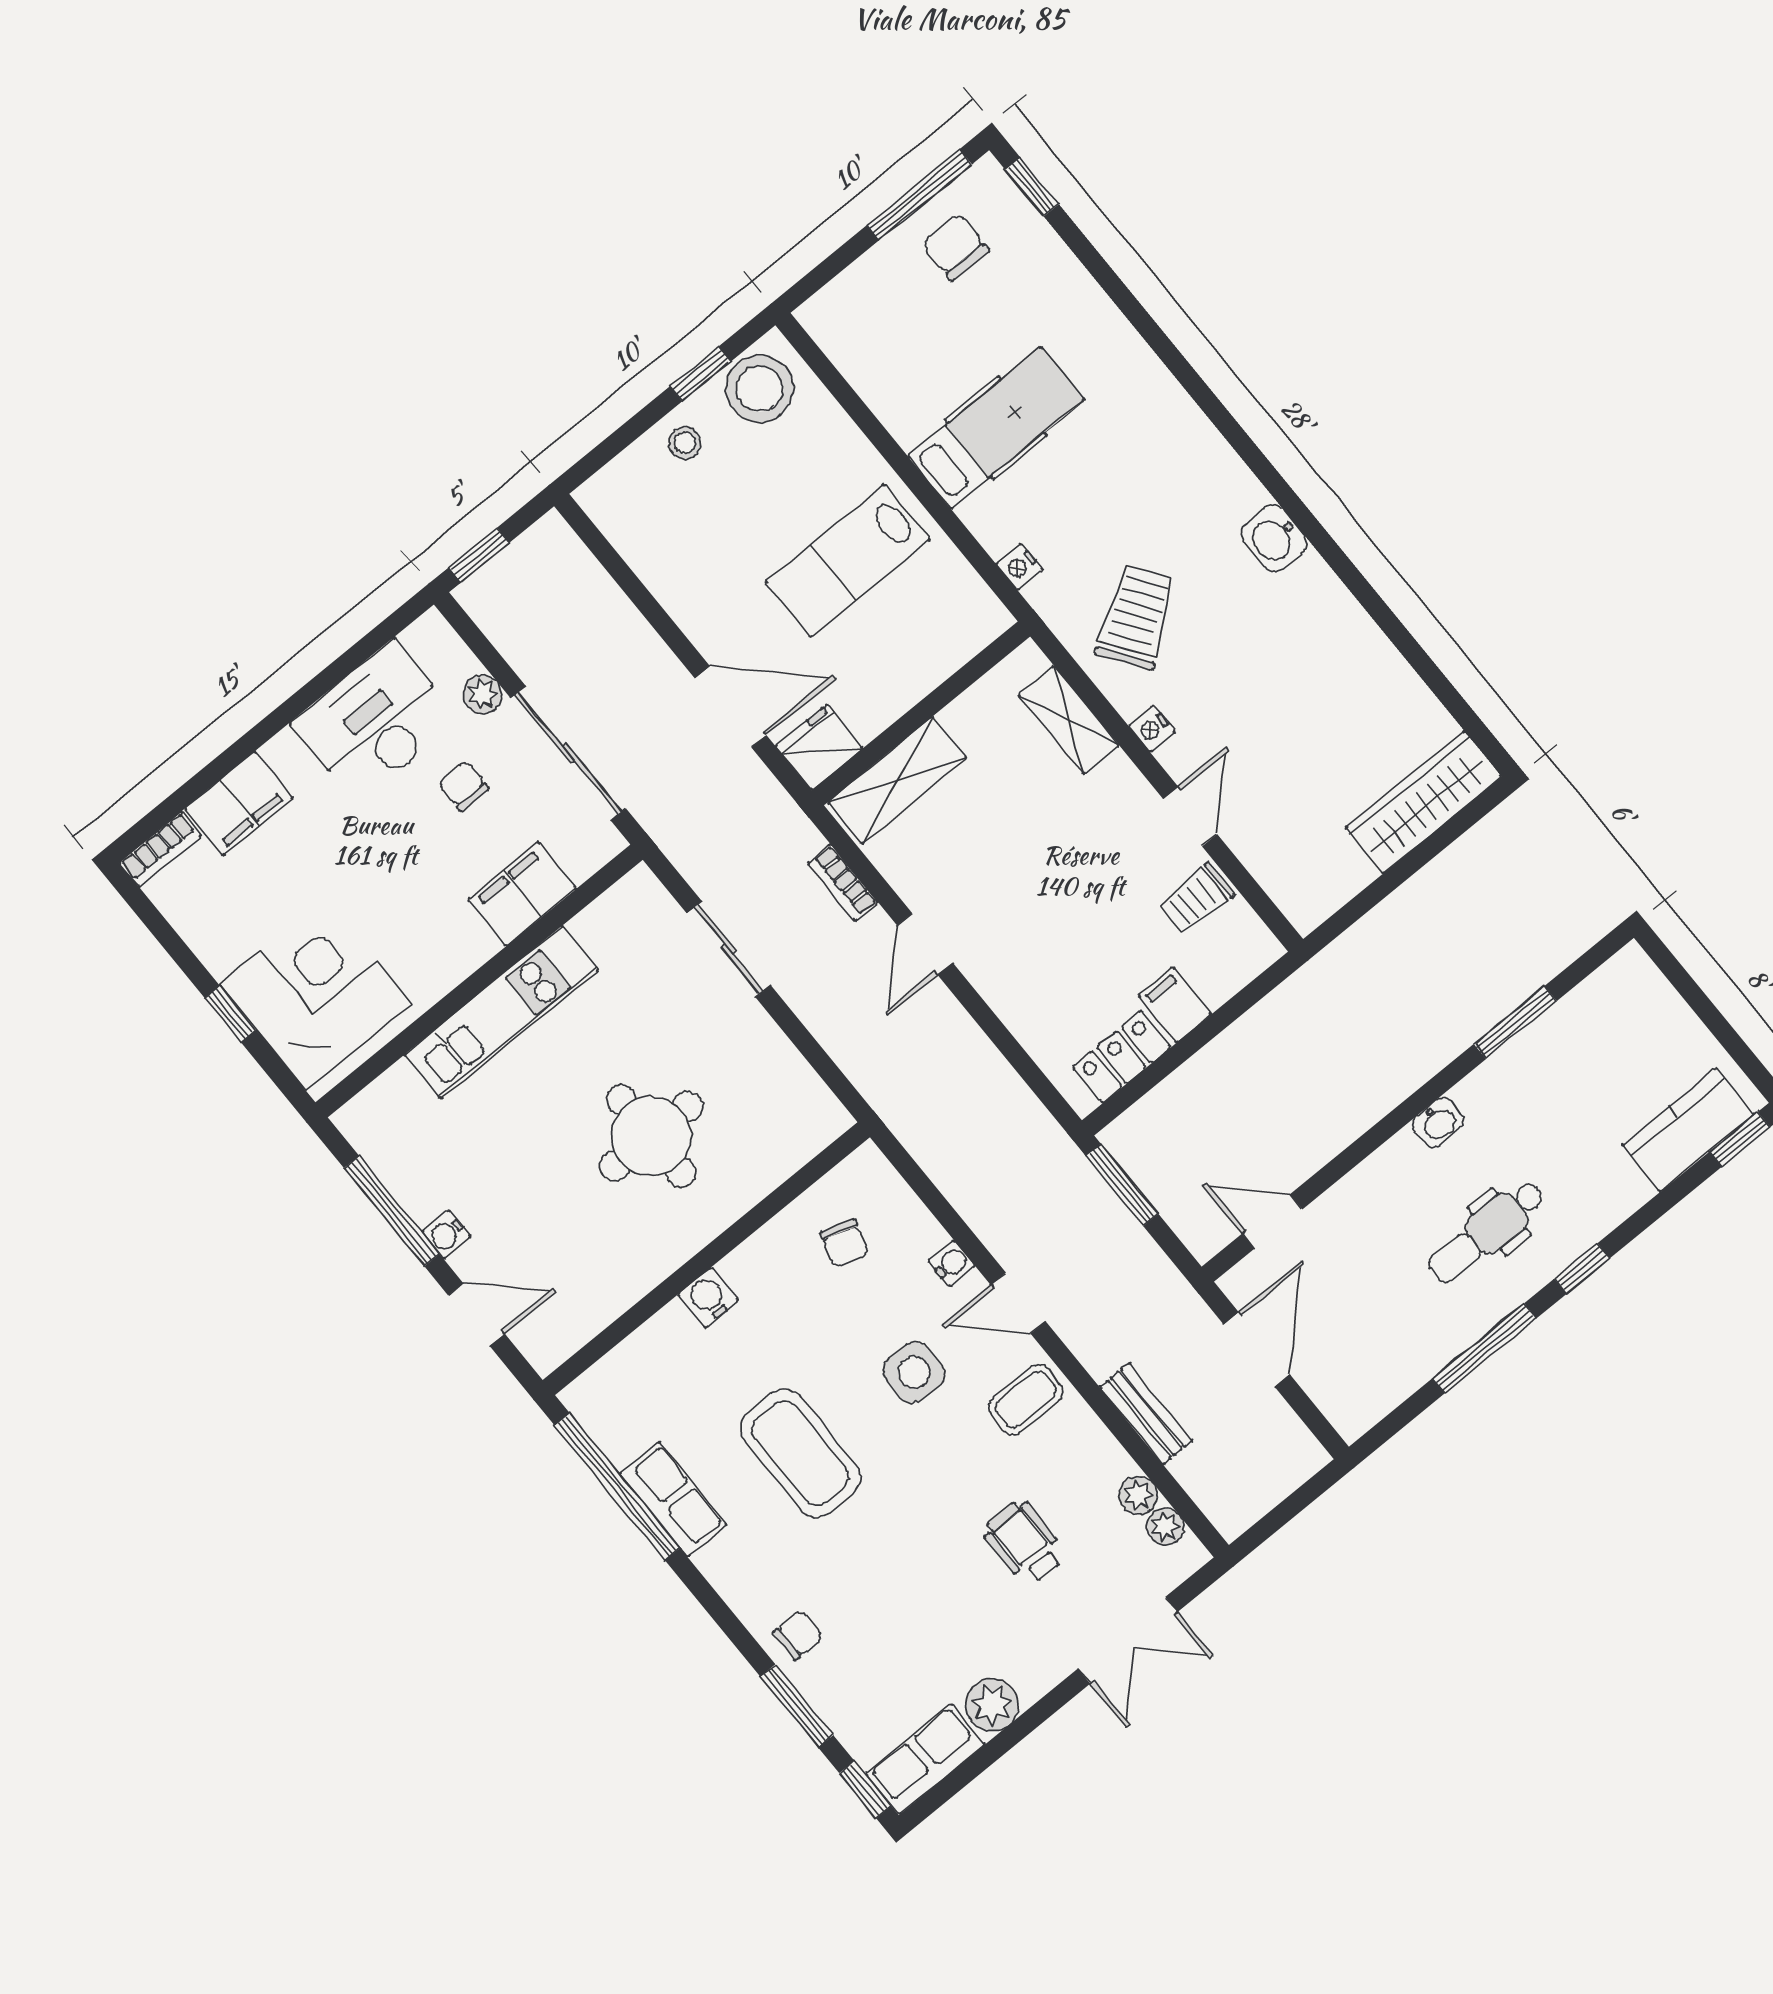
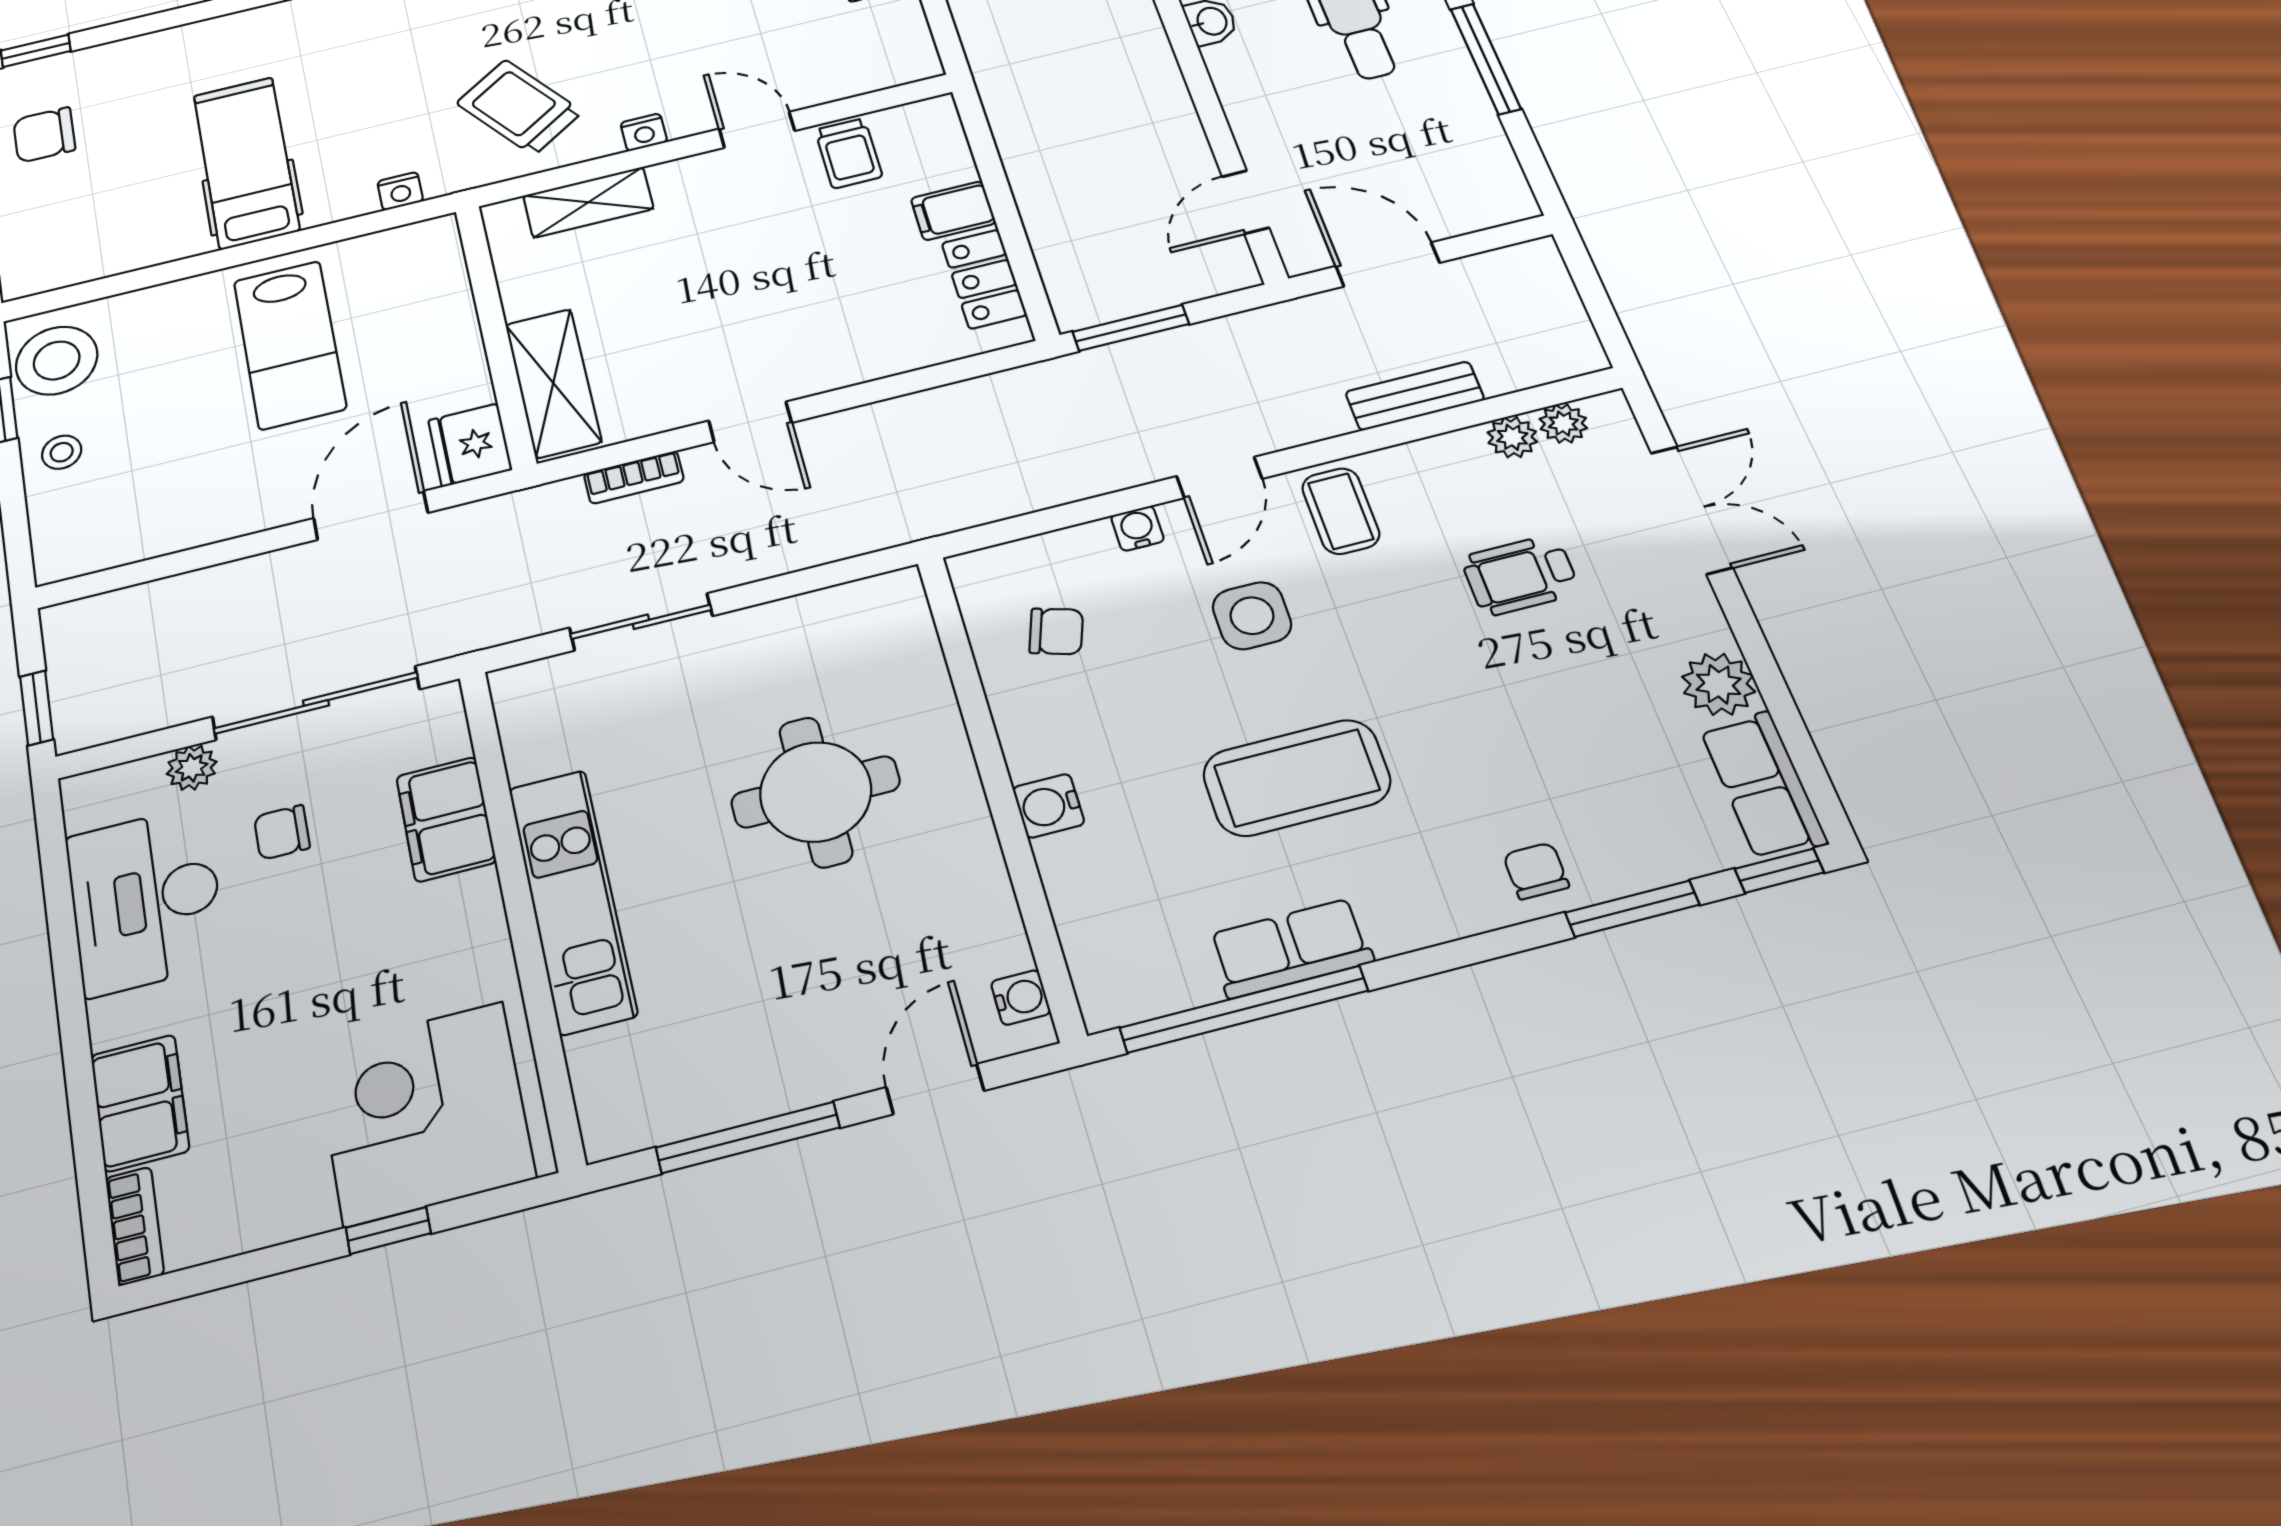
water cooler: (446, 1234) -> (1021, 998), moved, turned -90

